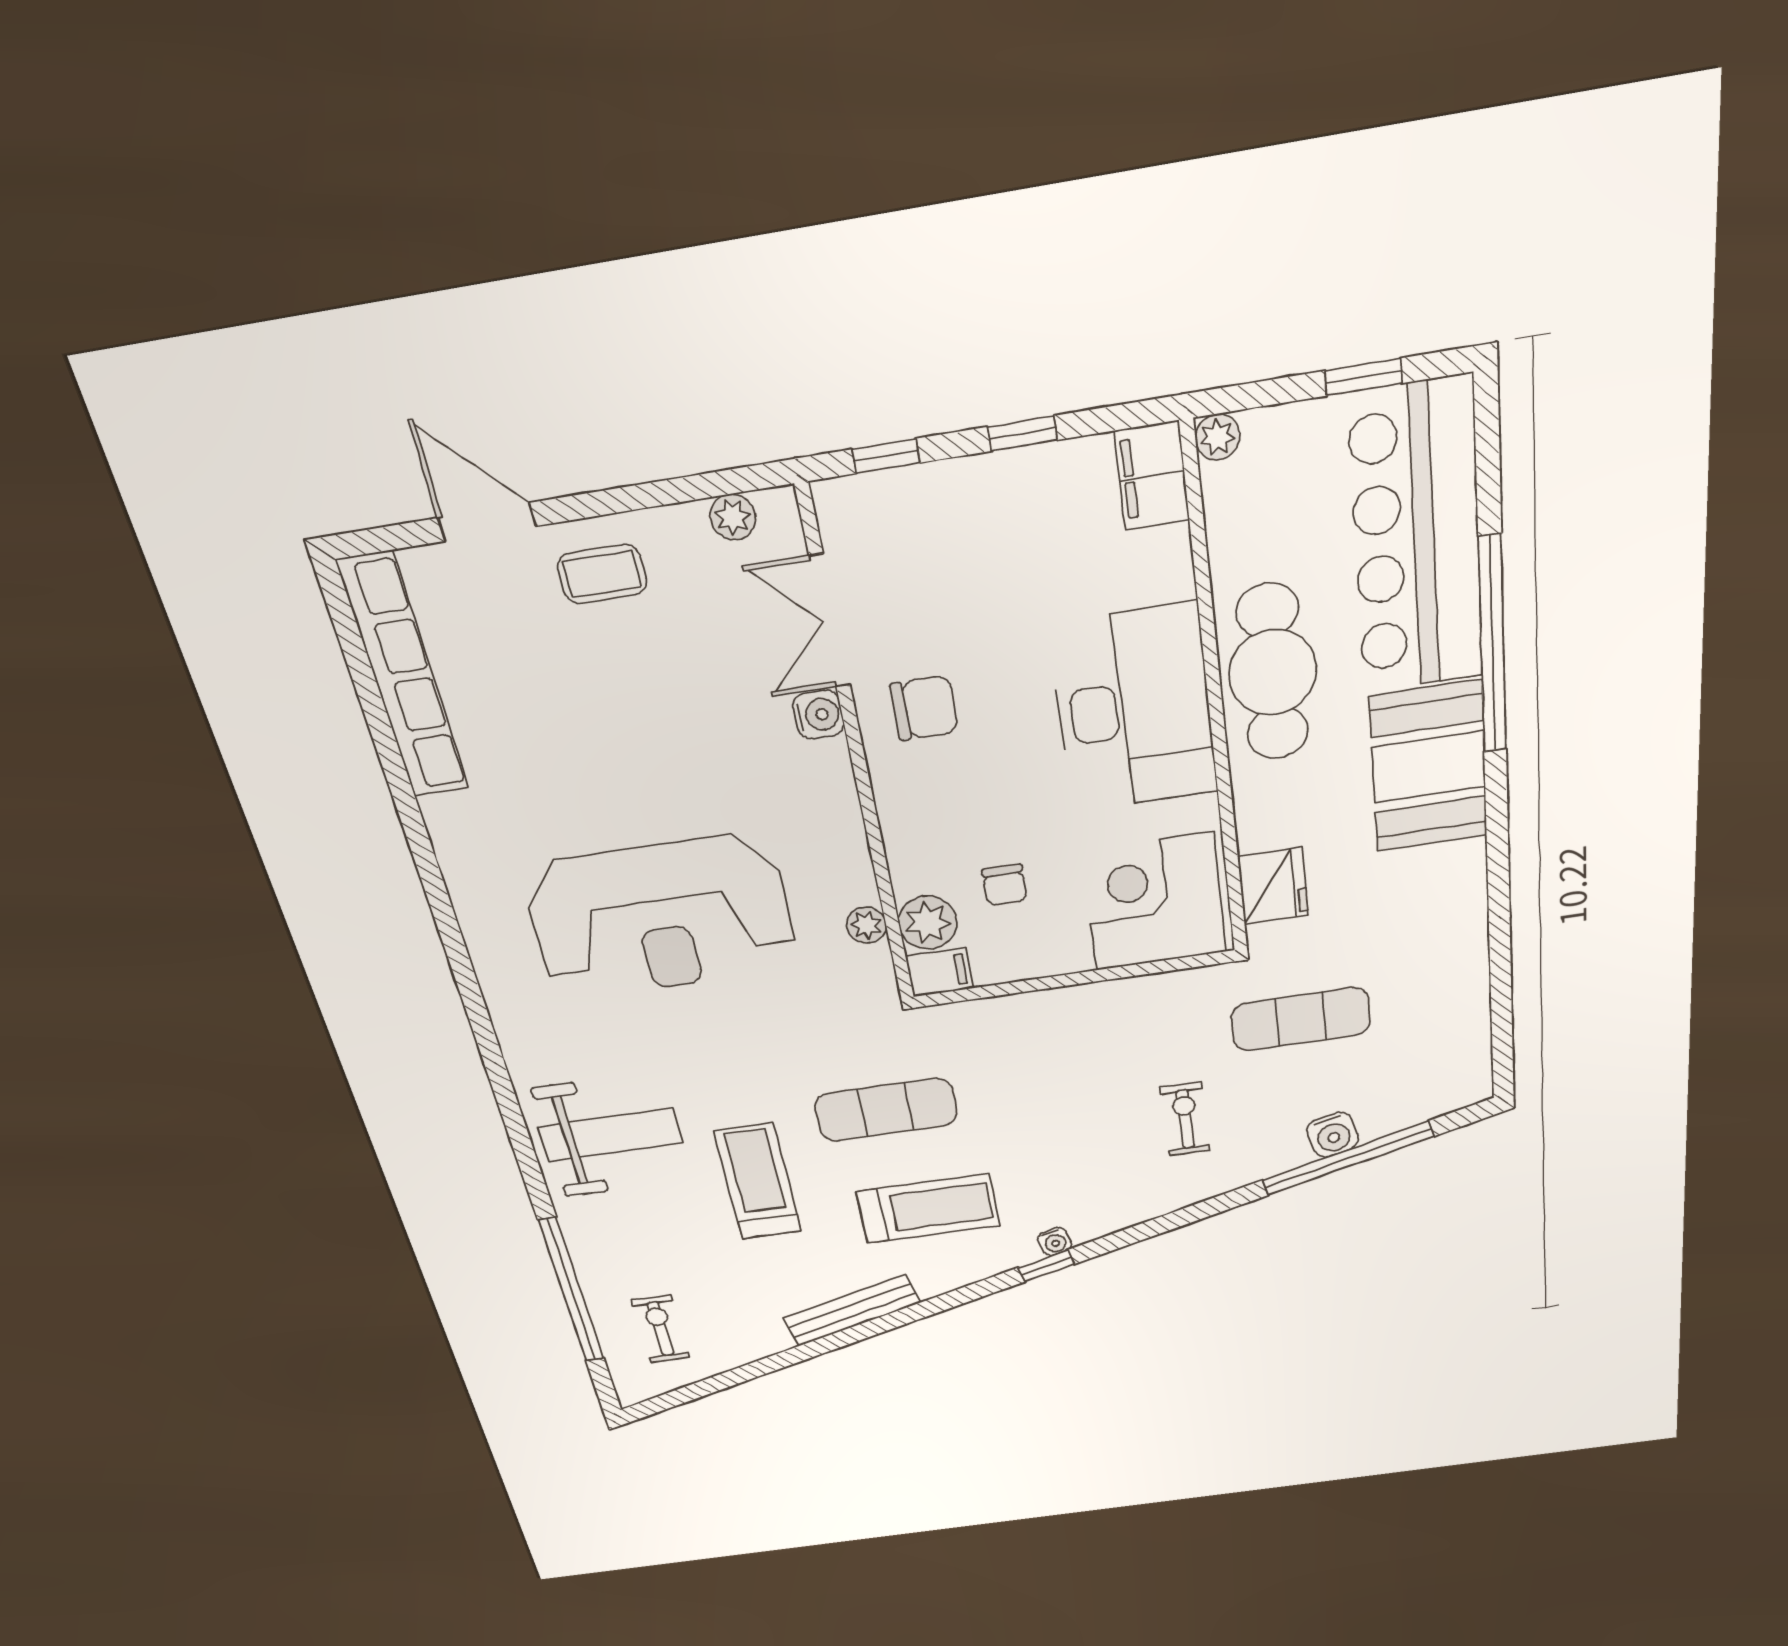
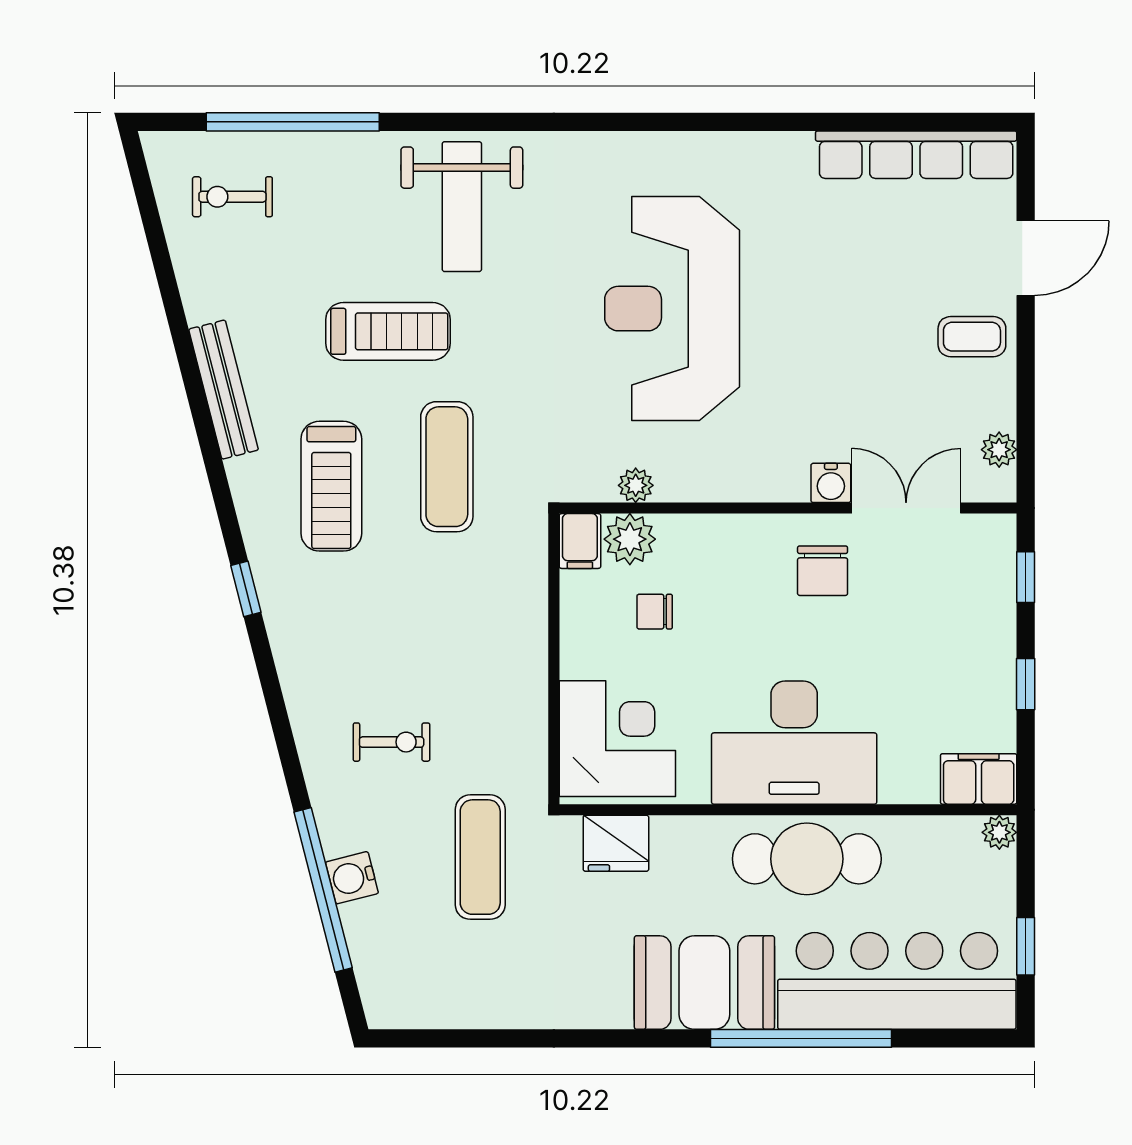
coffee table: (602, 574) -> (972, 337), turned 90
water cooler: (1055, 1242) -> (273, 601), removed
exercise bike: (661, 1329) -> (232, 197), turned 180

